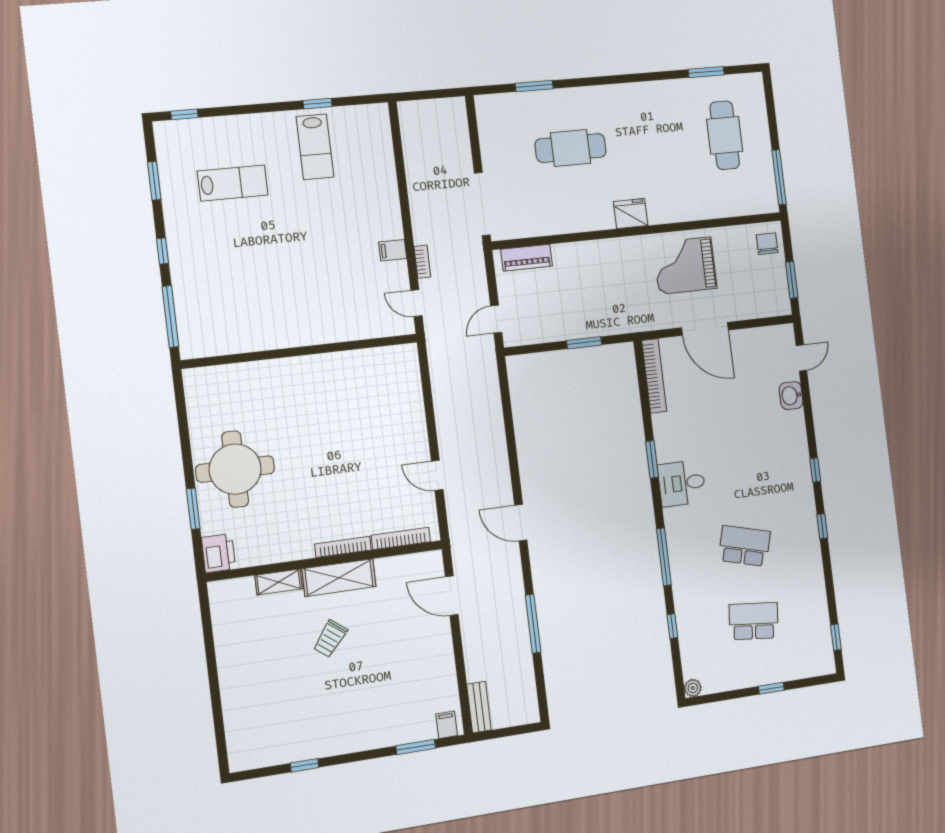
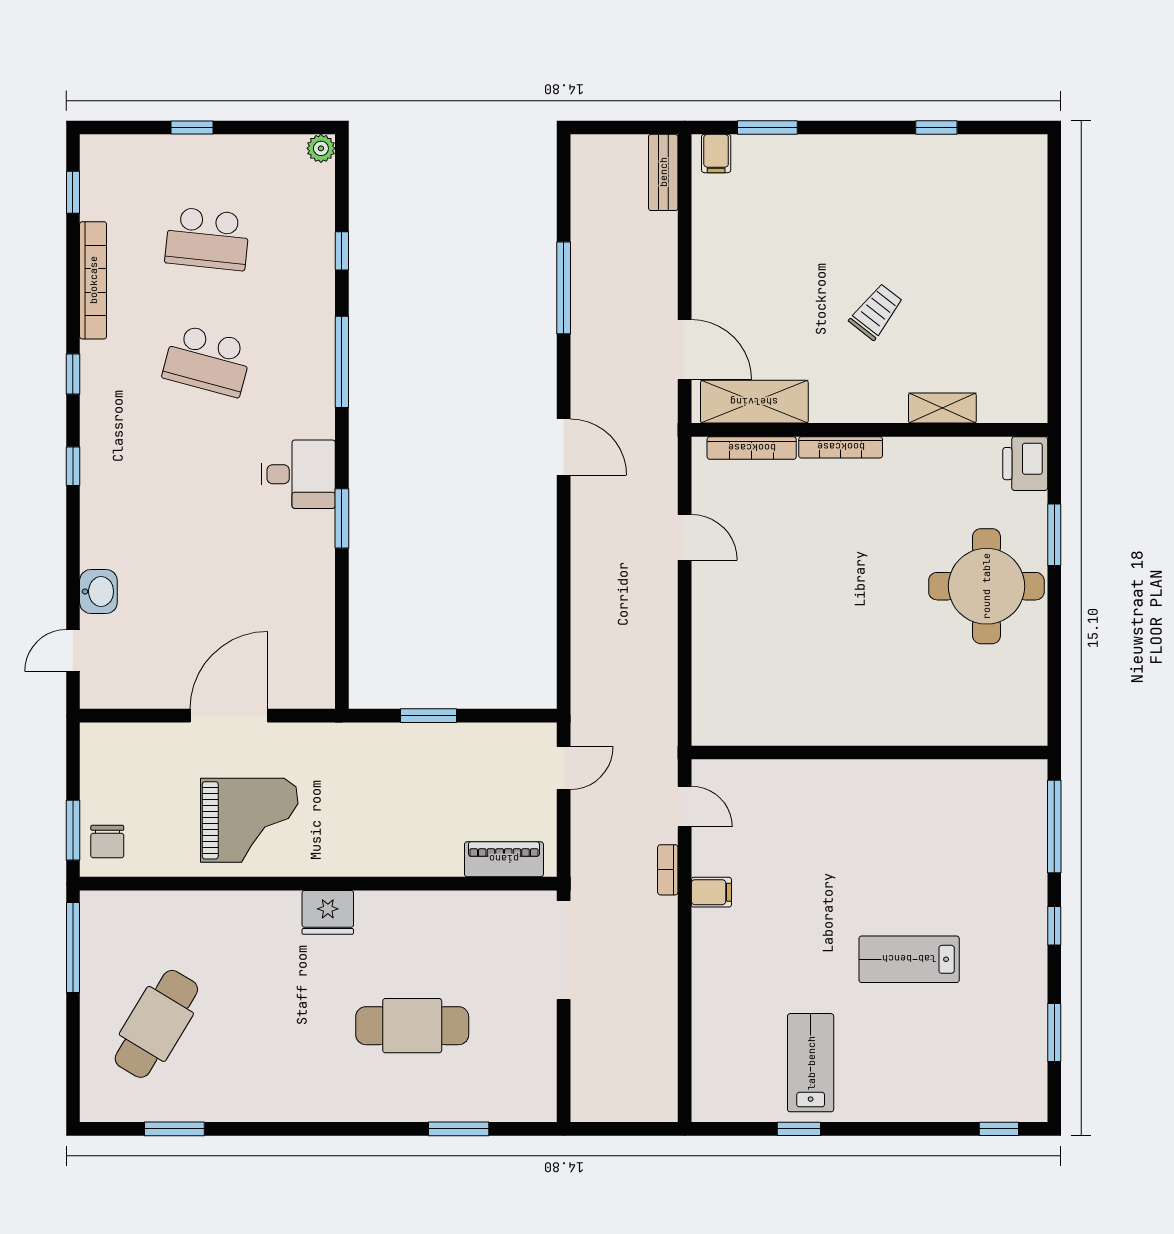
cafe table: (725, 135) -> (156, 1024), turned 31
lab bench: (233, 183) -> (909, 959), moved
window: (792, 280) -> (73, 830), moved
door: (705, 329) -> (229, 716), hinge flipped
bookcase: (654, 376) -> (93, 280), moved, turned 180
shelving: (339, 578) -> (754, 402), moved

